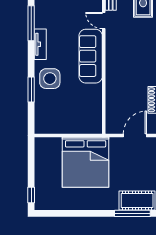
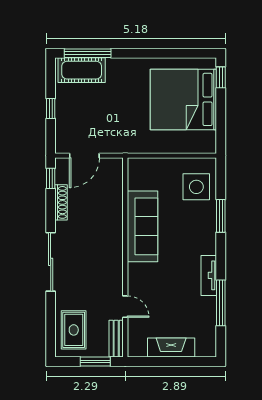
sofa: (91, 56) -> (143, 226), moved
side table: (50, 79) -> (196, 187), moved
bed: (86, 162) -> (183, 99), moved, turned -90

